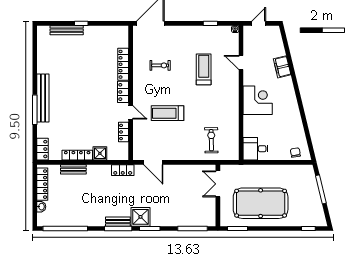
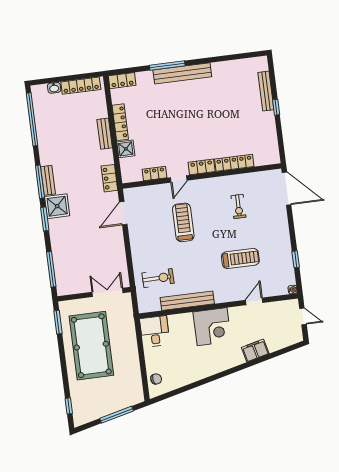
bench: (233, 118) -> (187, 301), added
bench: (73, 169) -> (105, 134), moved

